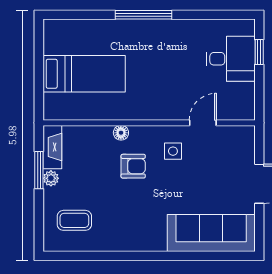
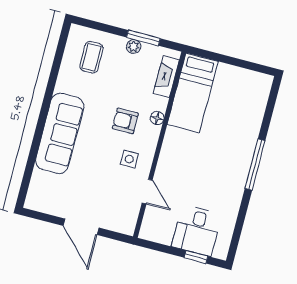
bed: (84, 74) -> (193, 93), moved
fireplace: (52, 147) -> (166, 77), moved, turned 90
armchair: (133, 166) -> (125, 121), turned 90
sofa: (211, 233) -> (60, 133), moved

